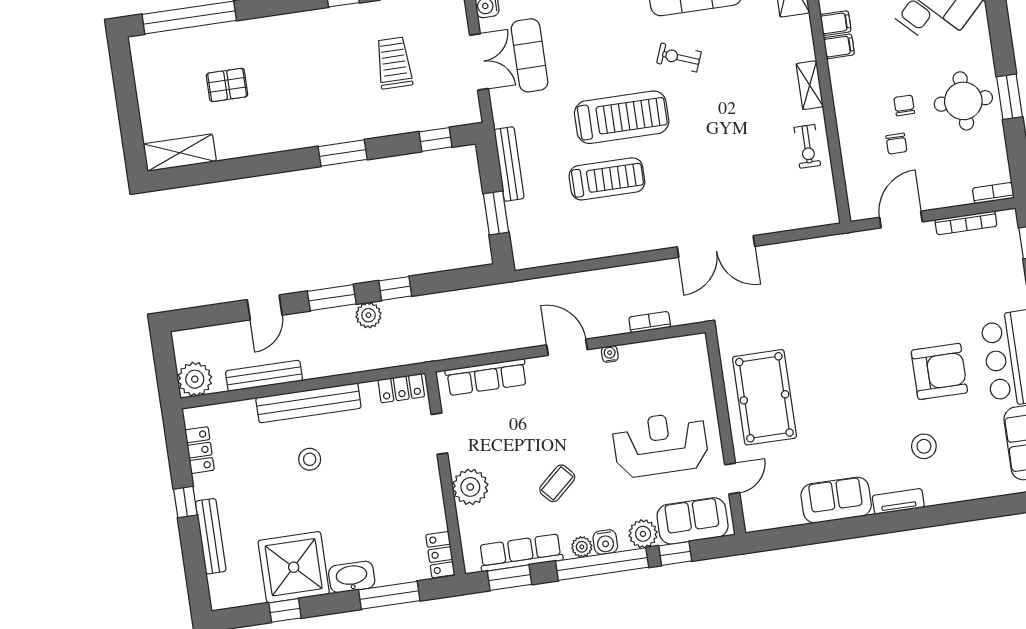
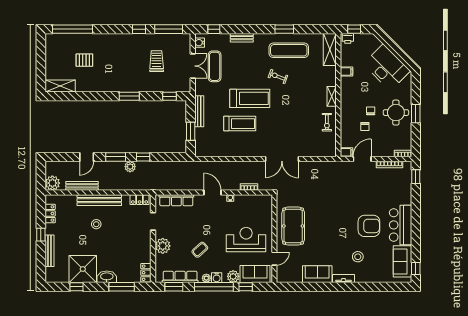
filing cabinet: (839, 46) -> (347, 152), moved

